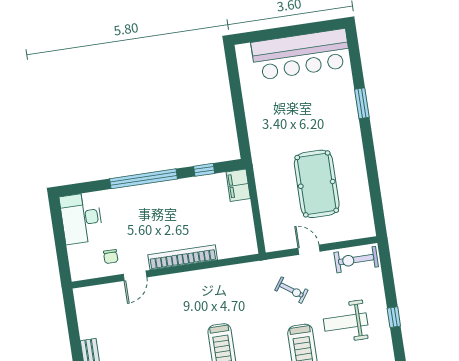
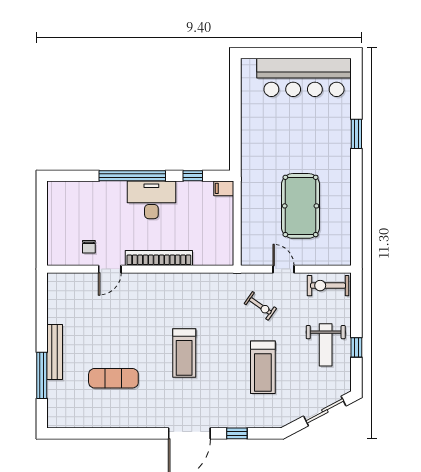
filing cabinet: (238, 185) -> (224, 188), width x0.50
desk: (81, 218) -> (151, 200), moved, turned 90
weight bench: (346, 322) -> (326, 345), moved, turned -90

